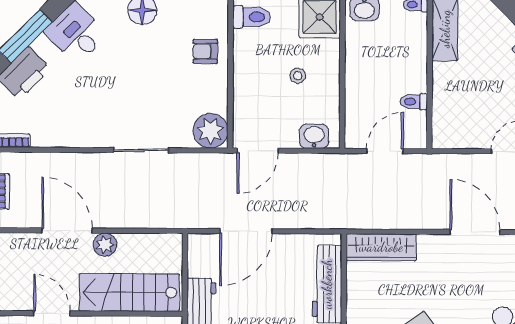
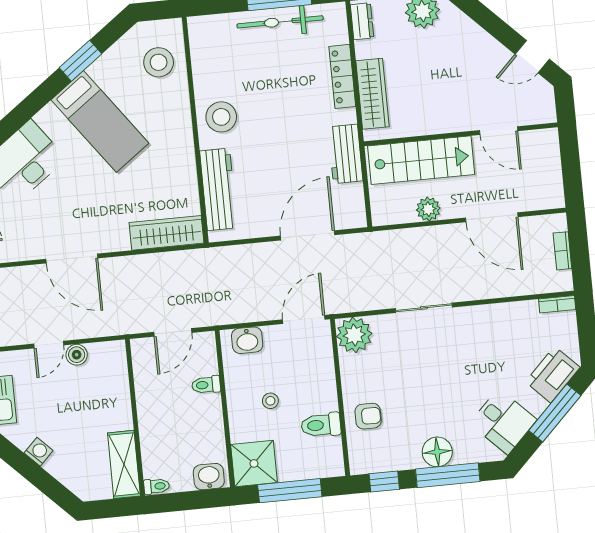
toilet: (252, 17) -> (321, 425), moved
toilet: (414, 102) -> (206, 385), moved, turned 180
boiler: (480, 139) -> (77, 355), added
plant: (105, 245) -> (428, 209), moved

